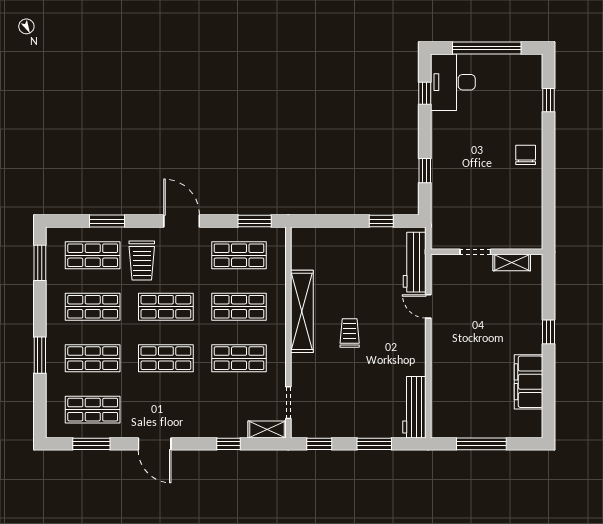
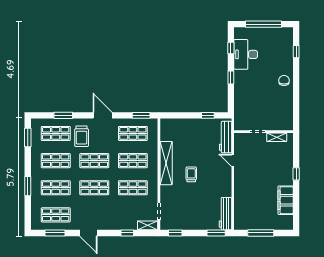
desk: (453, 82) -> (246, 54), moved
window: (425, 171) -> (231, 78), moved
window: (374, 444) -> (216, 233), moved

